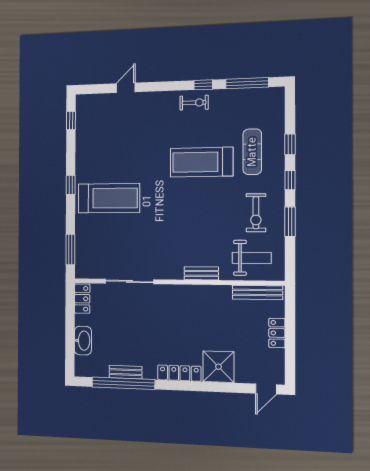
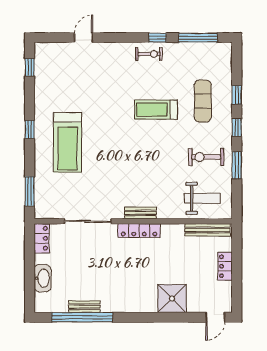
treadmill: (201, 162) -> (156, 110), width x0.73, depth x0.73
treadmill: (109, 198) -> (68, 142), turned 90
exercise bike: (256, 213) -> (206, 157), turned 90
bench: (201, 273) -> (140, 213), moved
locker: (179, 373) -> (139, 230), moved, turned 180

